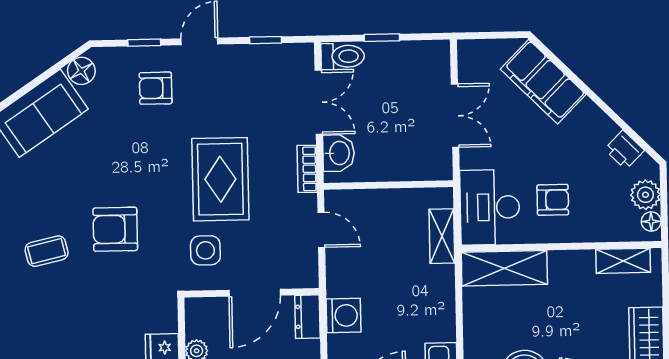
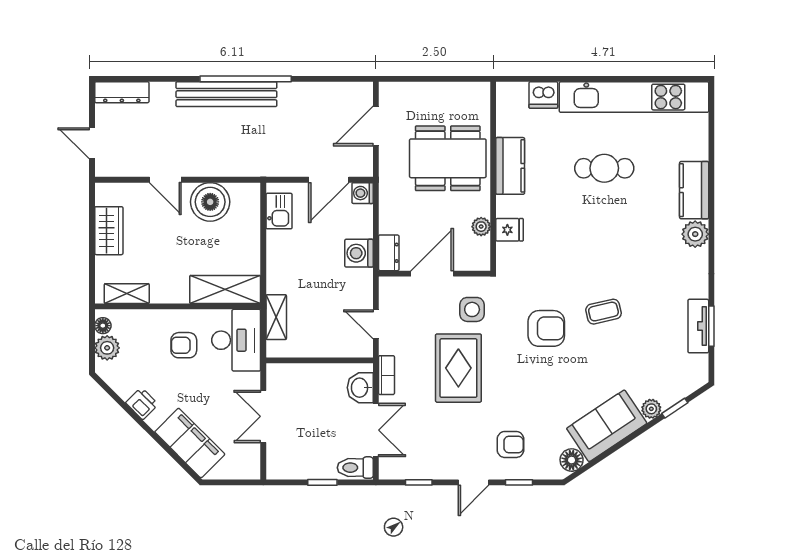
double door: (319, 102) -> (376, 430), swing flipped
printer: (624, 150) -> (142, 403), moved

